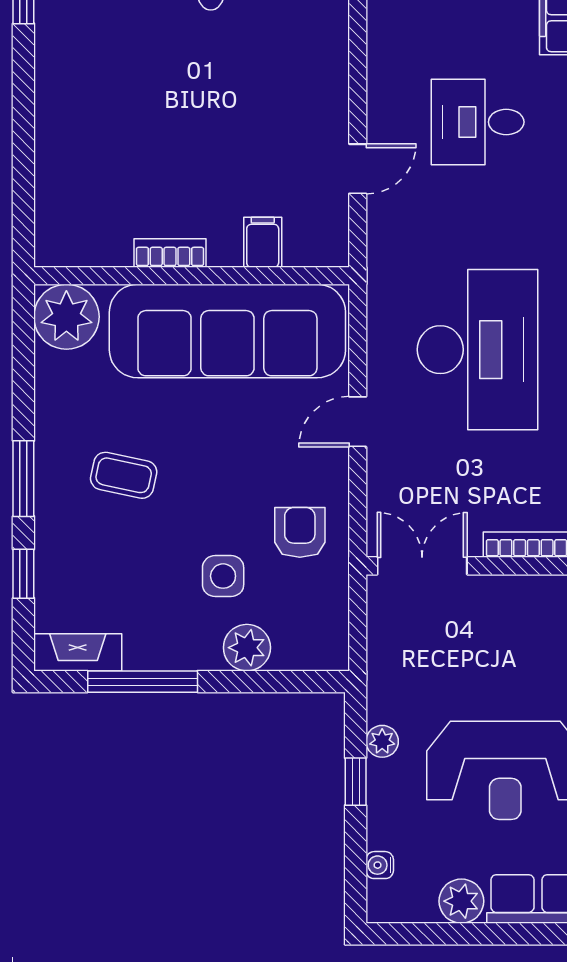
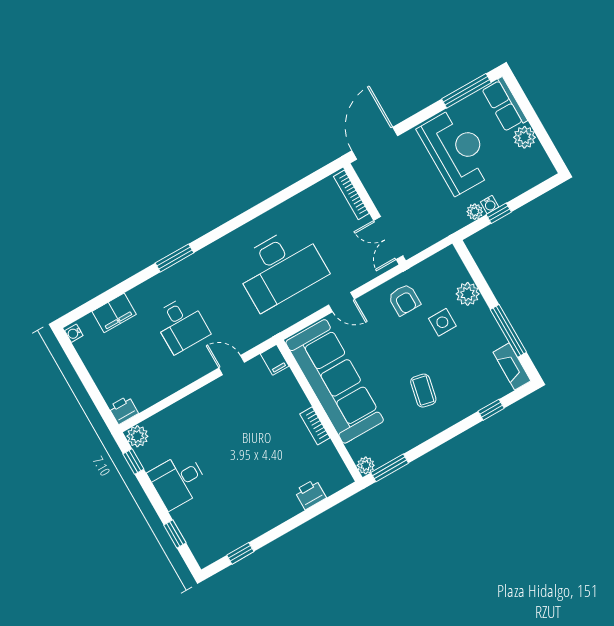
printer: (56, 177) -> (310, 494), added
filing cabinet: (263, 242) -> (275, 360), moved, turned -90
plant: (66, 317) -> (366, 465), width x0.53, depth x0.53
desk: (478, 350) -> (280, 268), turned 180
window: (23, 479) -> (390, 468), moved
armchair: (300, 532) -> (404, 300), turned -90
water cooler: (380, 865) -> (490, 205), moved

